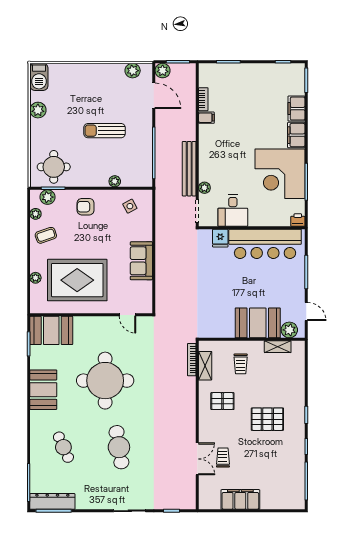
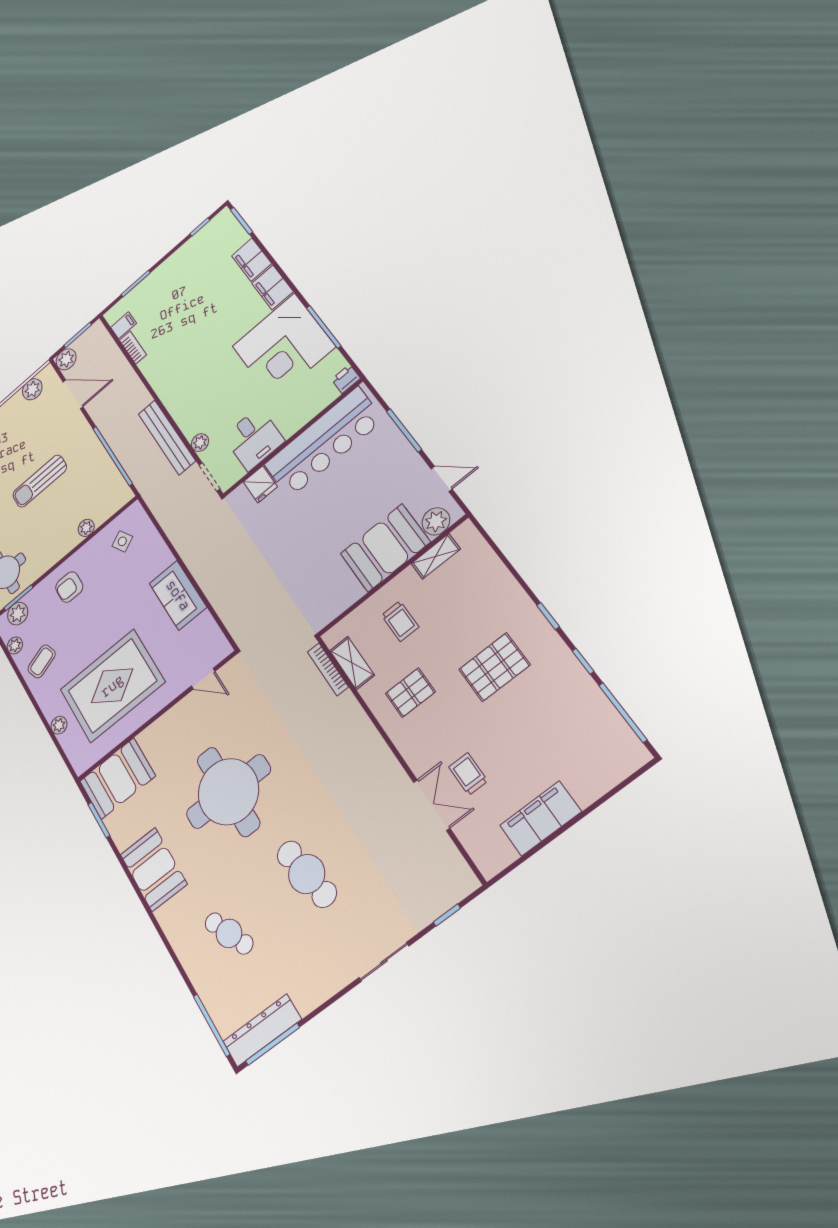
filing cabinet: (206, 118) -> (124, 325), moved

